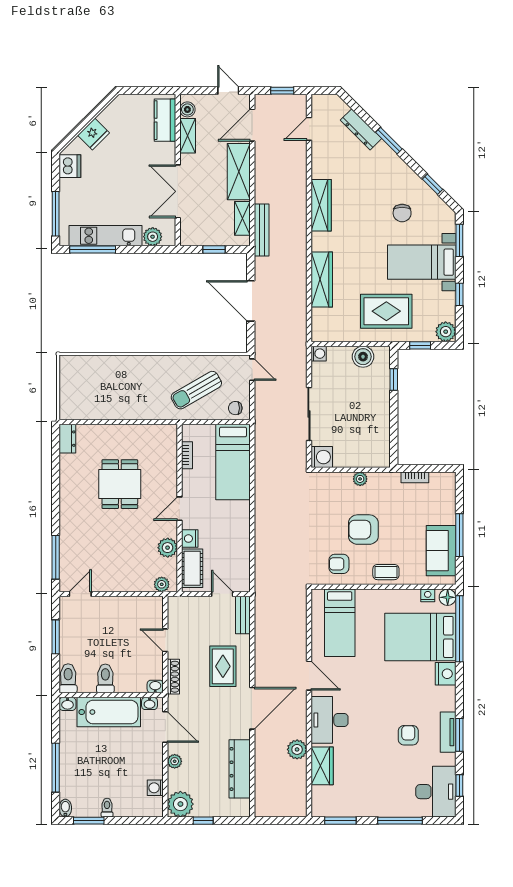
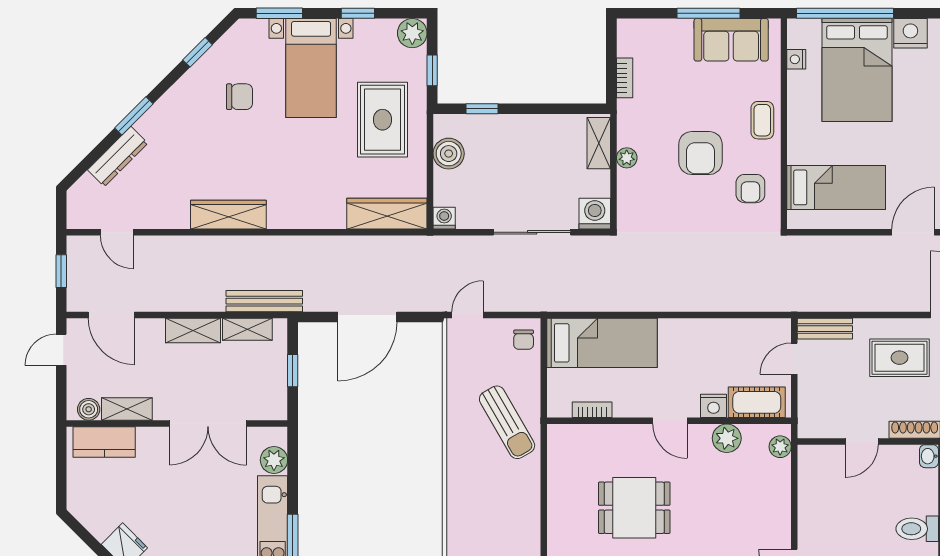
shelving: (239, 172) -> (193, 330), width x0.67, depth x0.75
wardrobe: (322, 279) -> (387, 214), moved
sun lounger: (196, 390) -> (507, 422), moved
shelving: (370, 460) -> (599, 143), added
floor lamp: (448, 597) -> (799, 30), removed

